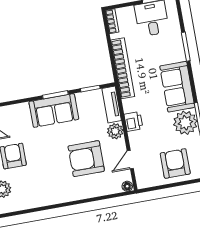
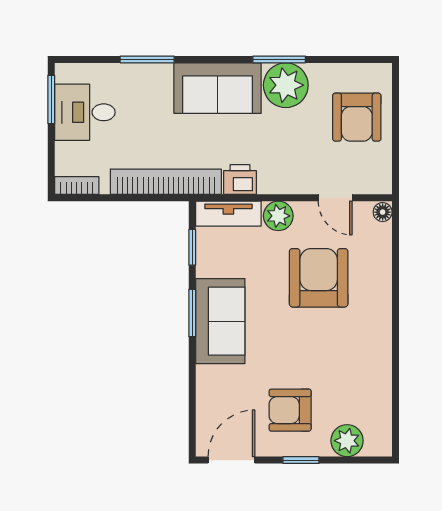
printer: (133, 121) -> (240, 179), moved
armchair: (86, 159) -> (319, 278), turned 180
armchair: (175, 163) -> (357, 117), turned -90

